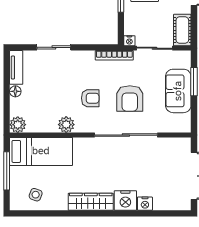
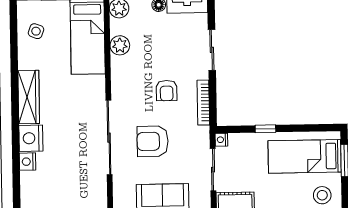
bookcase: (114, 55) -> (203, 103), moved
armchair: (90, 98) -> (167, 91), moved
plant: (66, 125) -> (120, 45), moved

